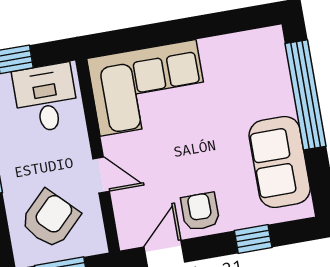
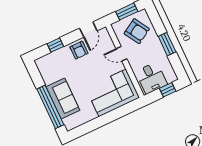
sofa: (280, 162) -> (63, 99), moved
armchair: (50, 219) -> (137, 31), turned -76

